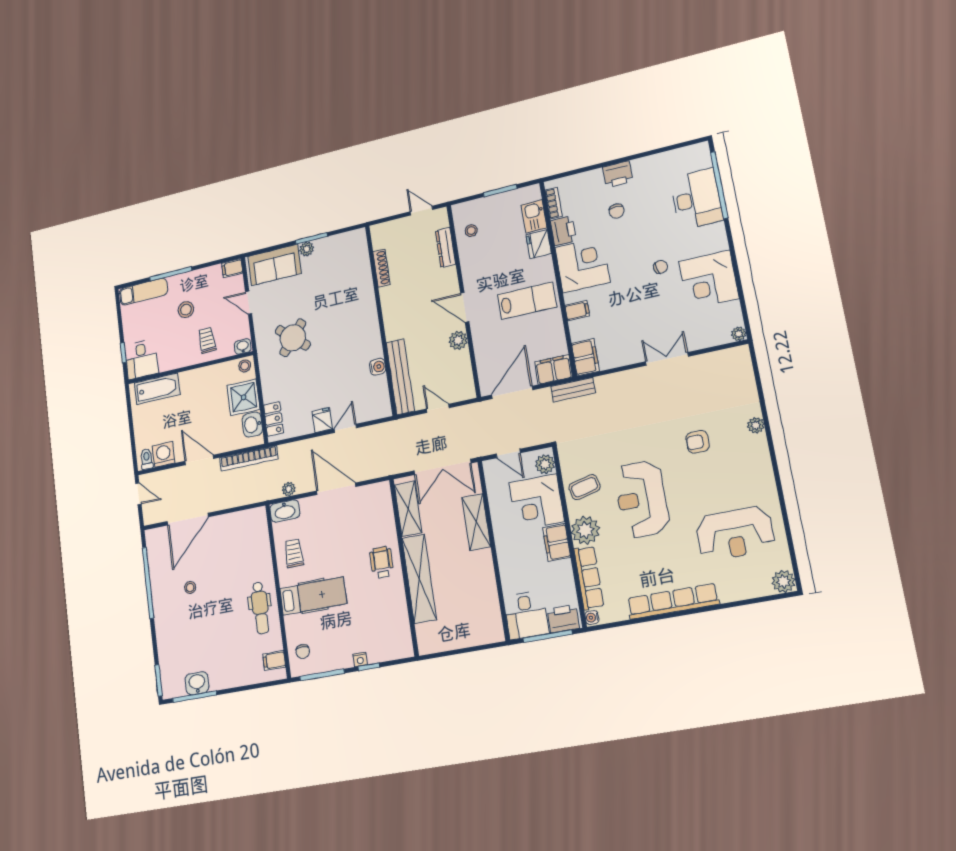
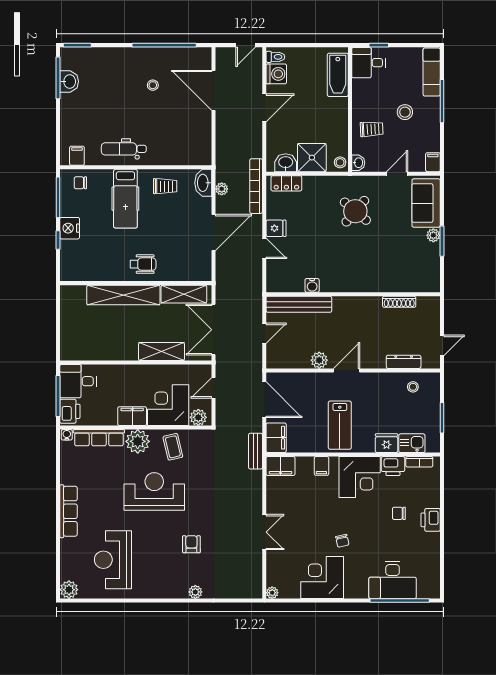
bookcase: (249, 458) -> (256, 186), moved
row of seats: (673, 601) -> (68, 511), width x0.73
nightstand: (360, 659) -> (70, 228), width x1.89, depth x1.79

